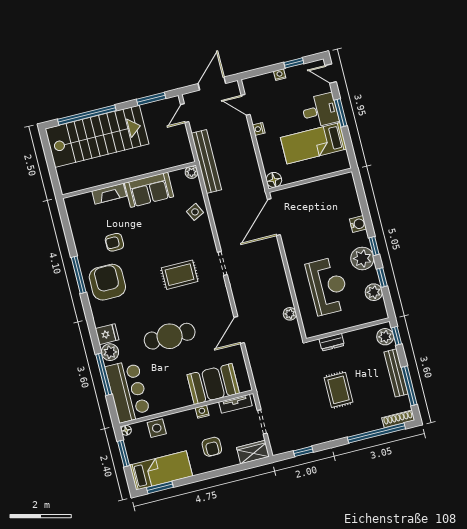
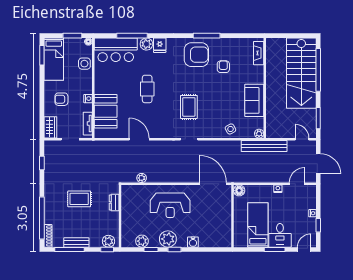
fireplace: (109, 194) -> (259, 53), moved
reception desk: (328, 286) -> (170, 205), moved
cafe table: (170, 336) -> (147, 89), width x0.73, depth x0.74
bench: (396, 373) -> (76, 243), width x0.73

